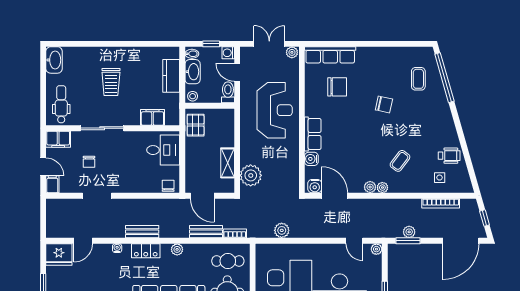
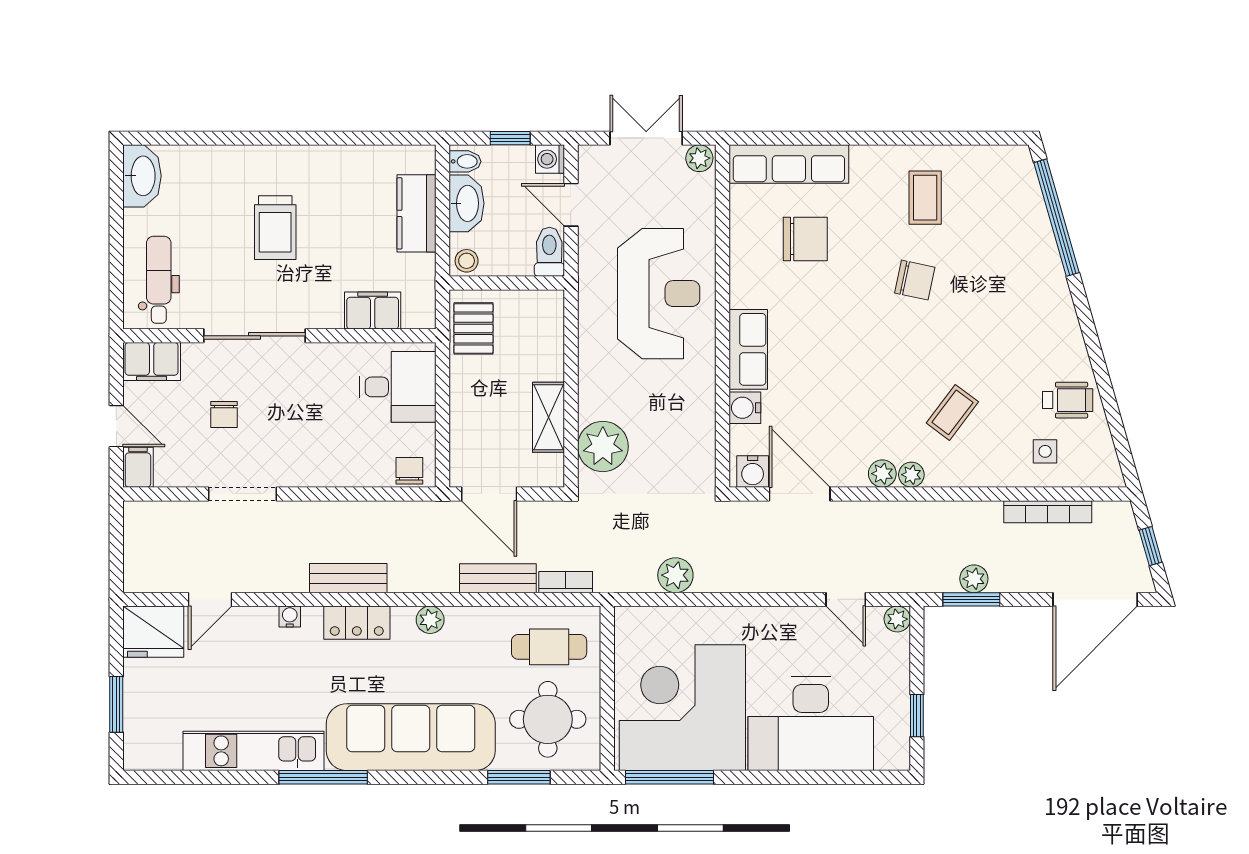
coffee table: (418, 79) -> (925, 198), moved

